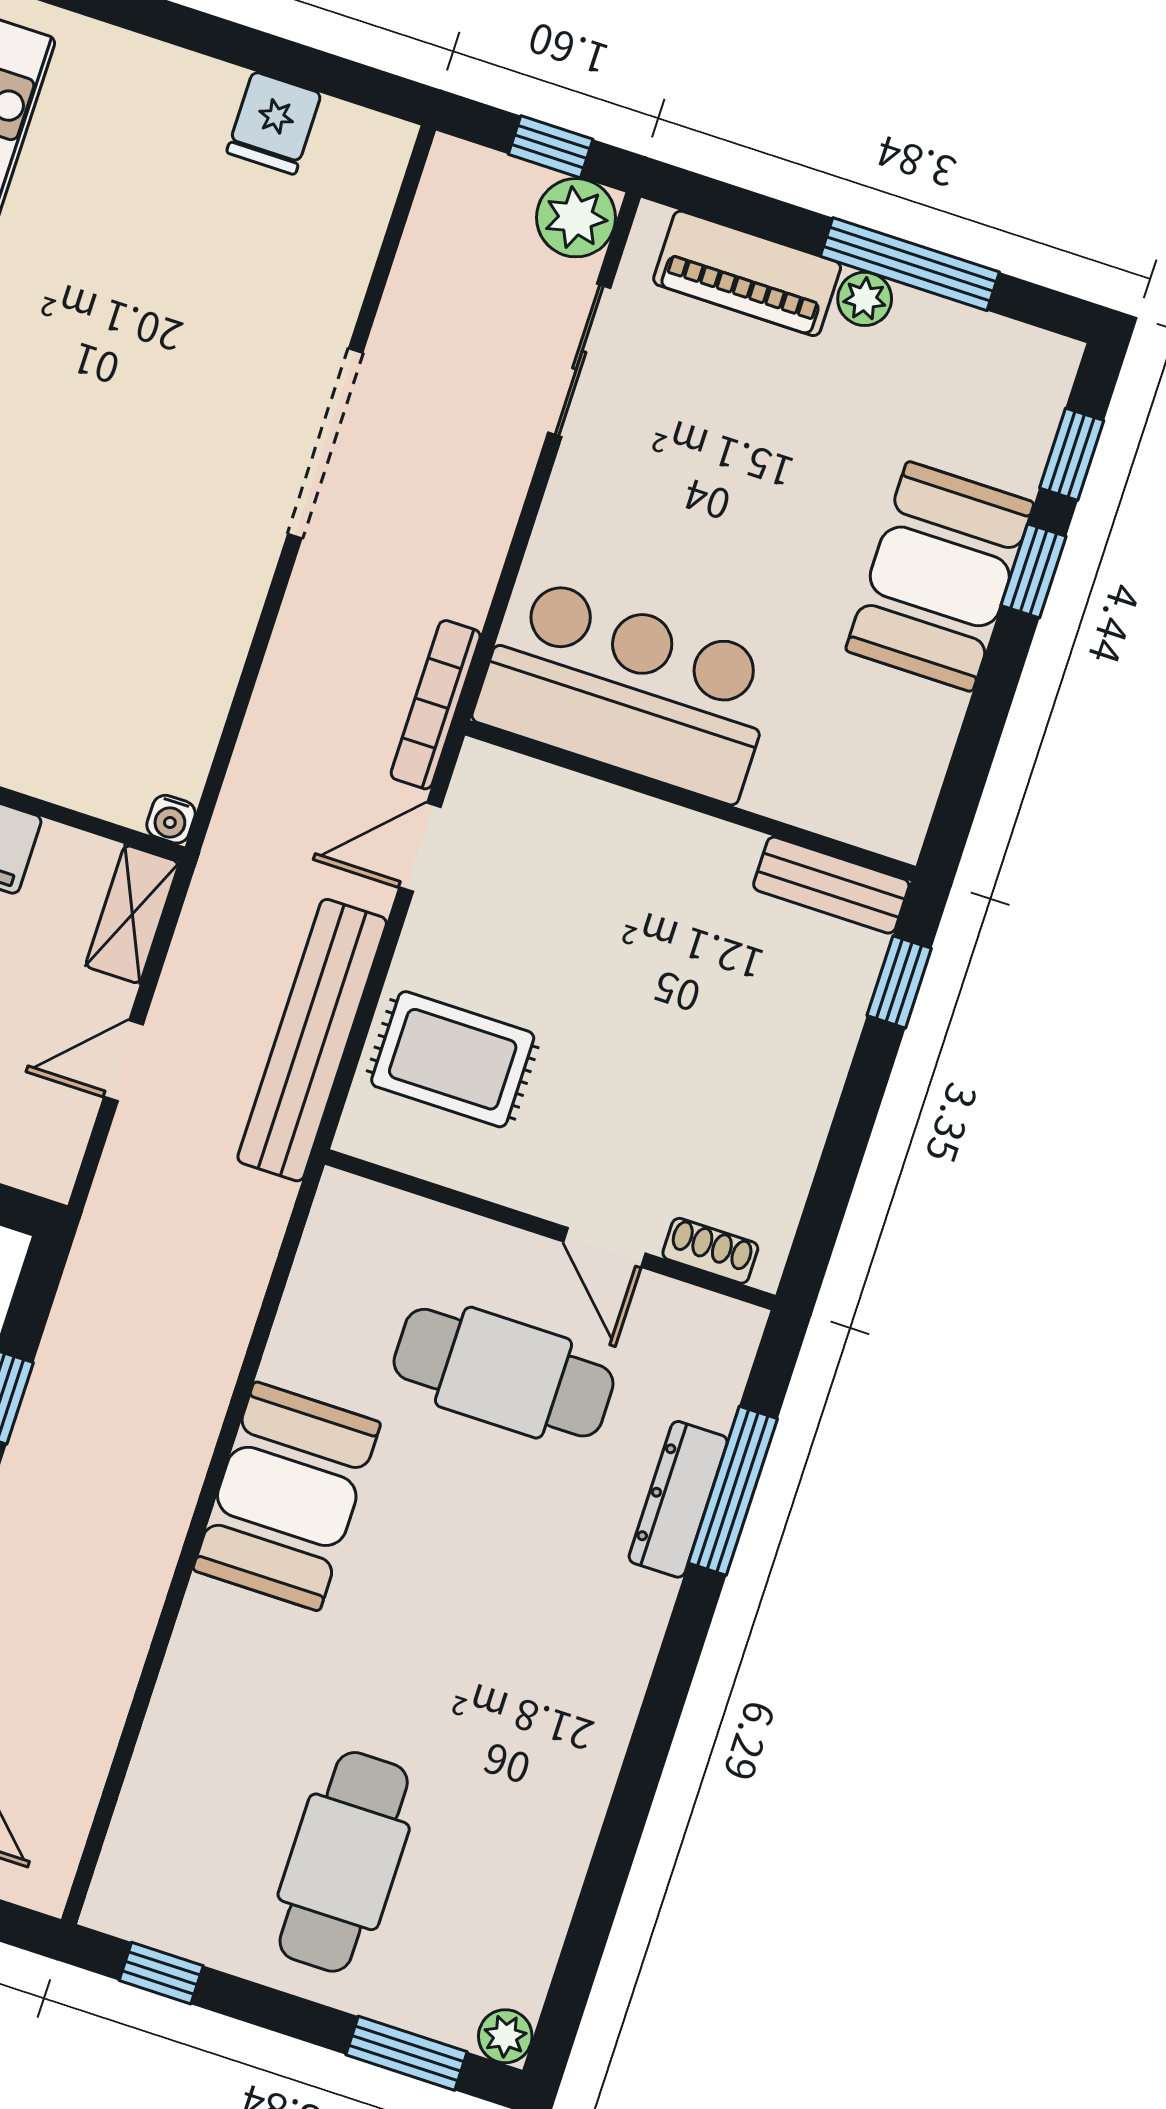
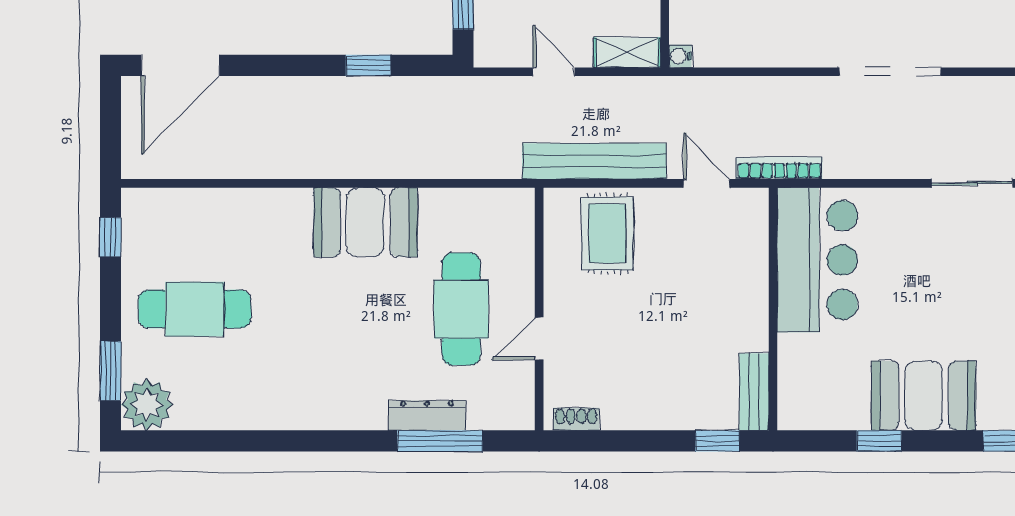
window: (1034, 571) -> (879, 441), moved
shoe rack: (710, 1251) -> (576, 419), moved, turned -90
plant: (505, 2036) -> (147, 405), width x1.87, depth x1.87

